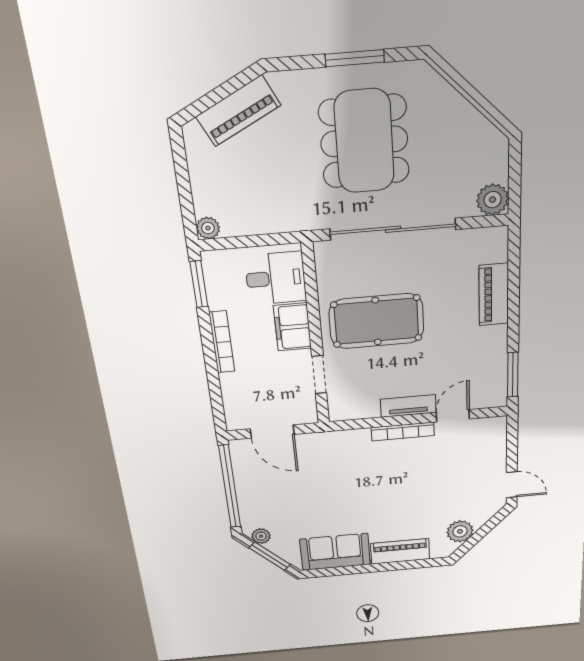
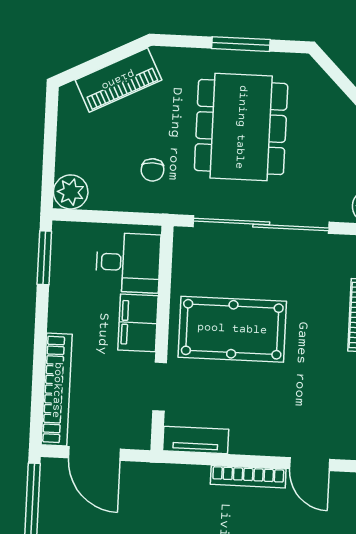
chair: (285, 193) -> (153, 170), added
plant: (208, 228) -> (71, 192), width x1.38, depth x1.38
bookcase: (222, 342) -> (57, 390), moved, width x1.48, depth x1.31
tv unit: (408, 406) -> (196, 440), moved
door: (453, 416) -> (310, 464), swing flipped

